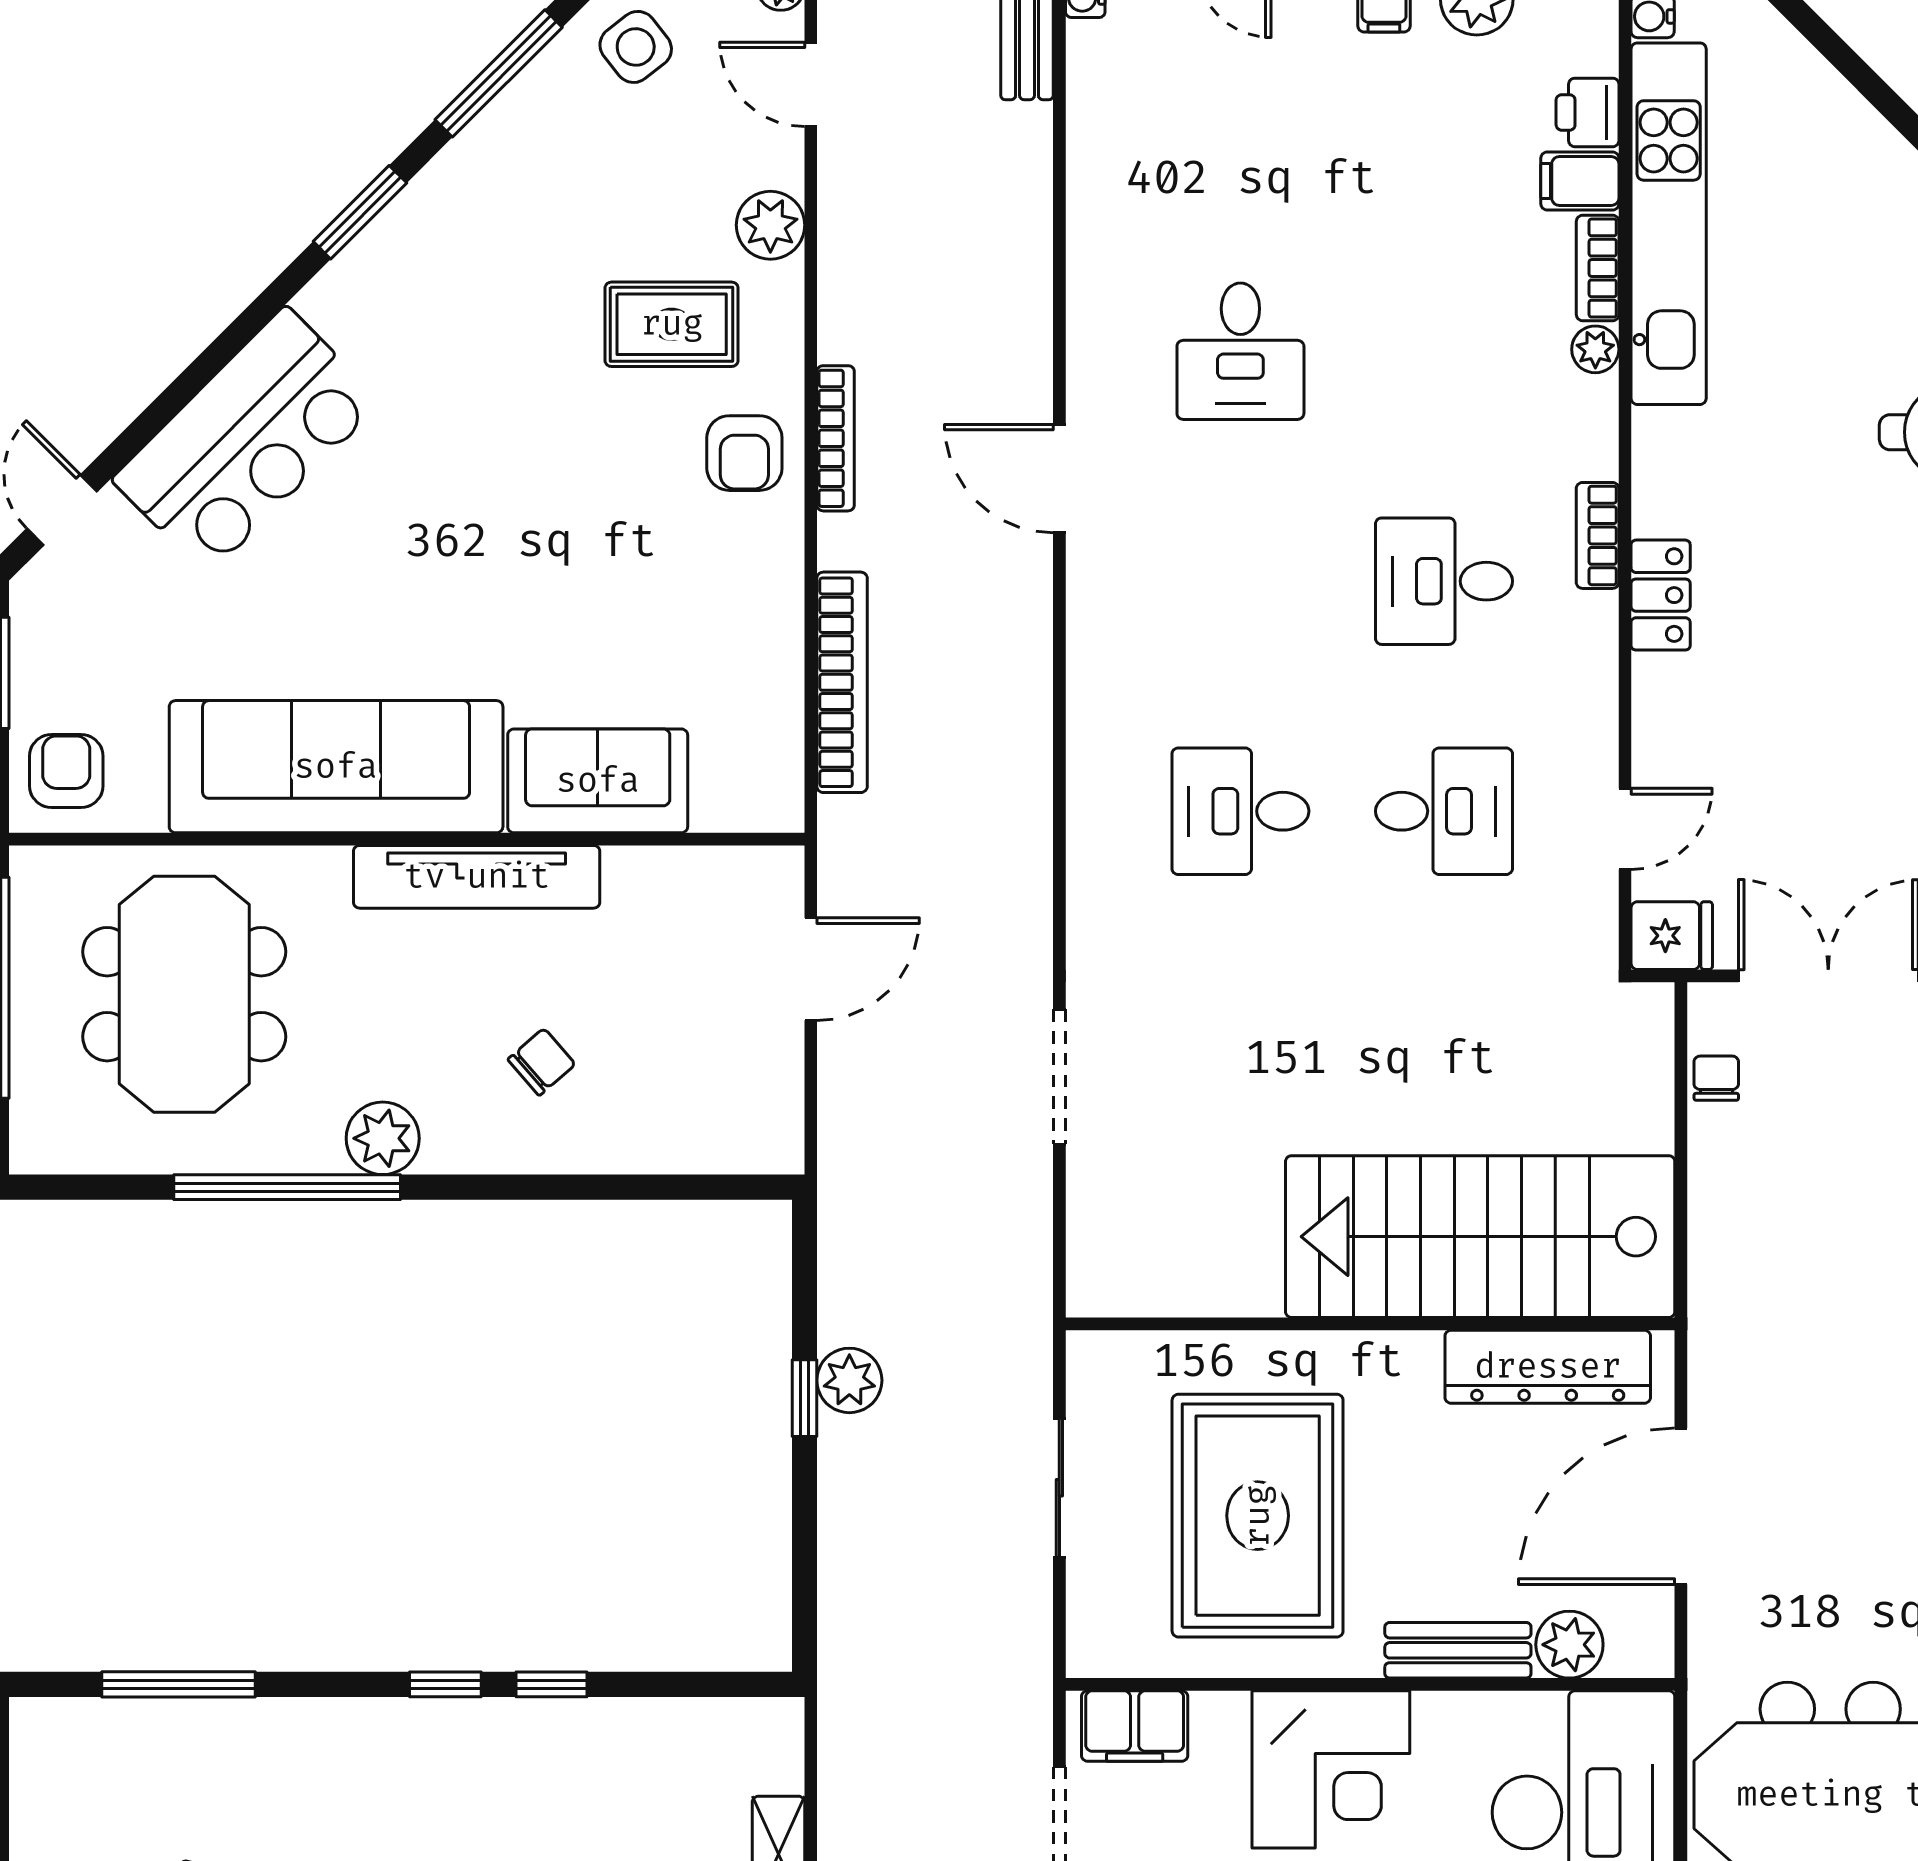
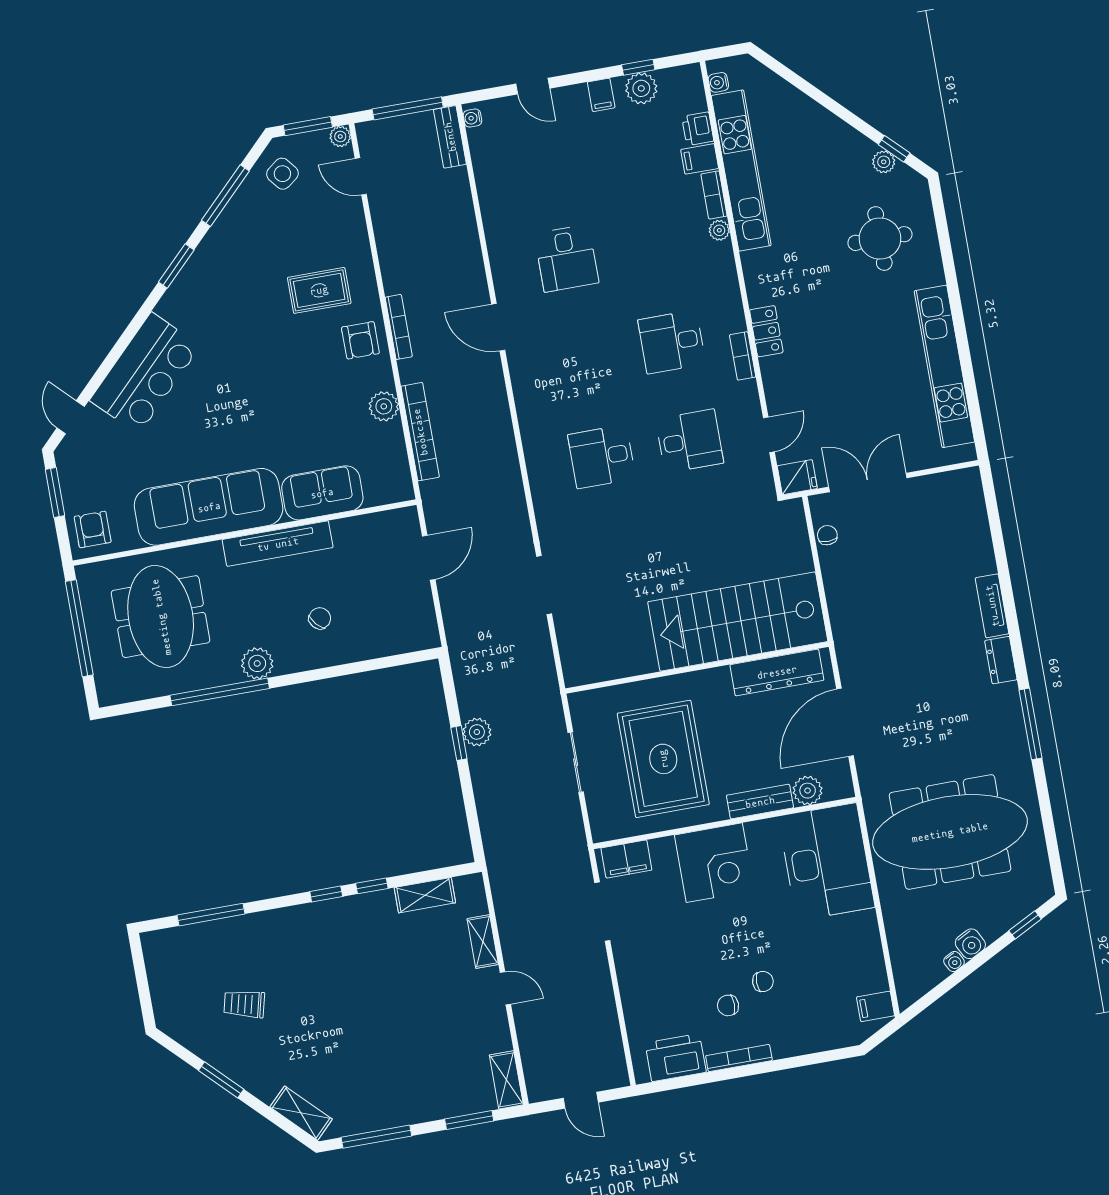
plant: (770, 225) -> (384, 406), moved
bookcase: (1598, 535) -> (743, 356), moved
shelving: (667, 1727) -> (425, 895), added

